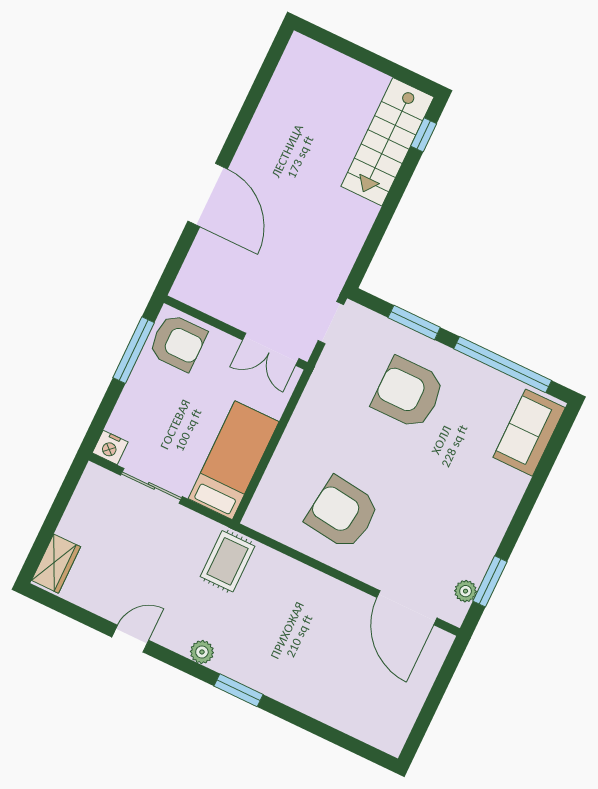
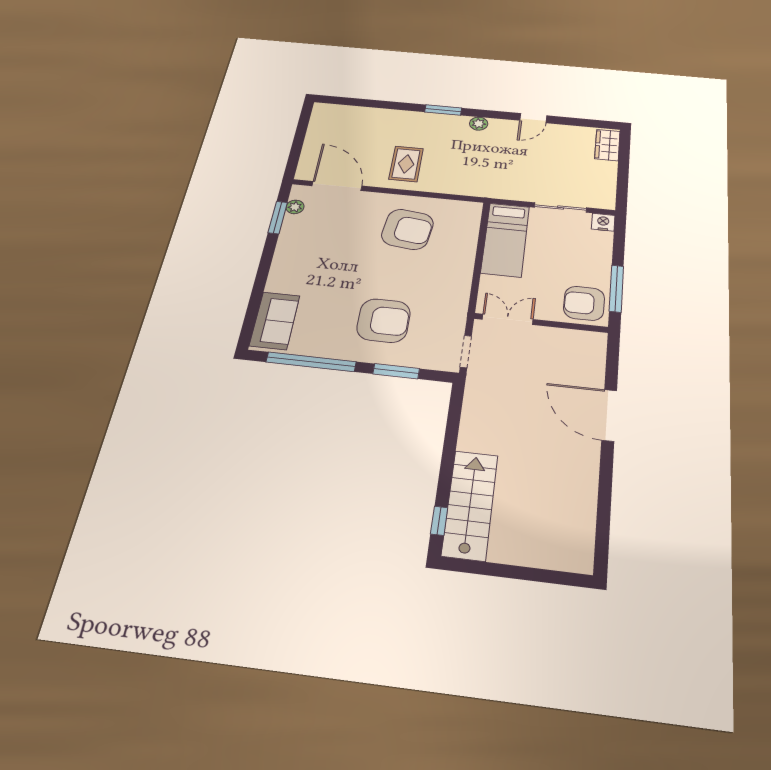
rug: (228, 561) -> (406, 164), moved

